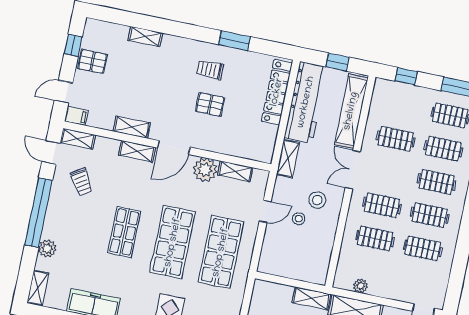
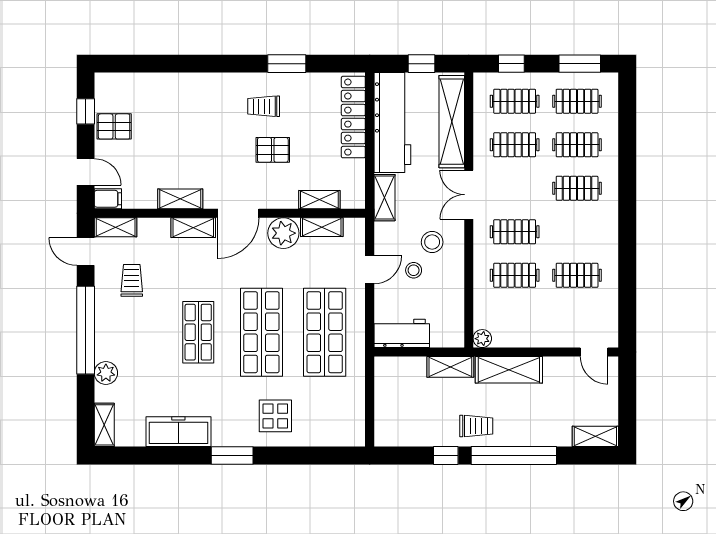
shelving: (145, 37) -> (319, 200), moved
door: (64, 92) -> (86, 172), swing flipped
trolley: (82, 182) -> (132, 280), turned -148
clothes rail: (430, 215) -> (515, 101), moved
workbench: (280, 265) -> (402, 333), added
plant: (360, 286) -> (482, 339), moved

